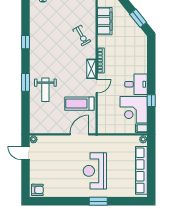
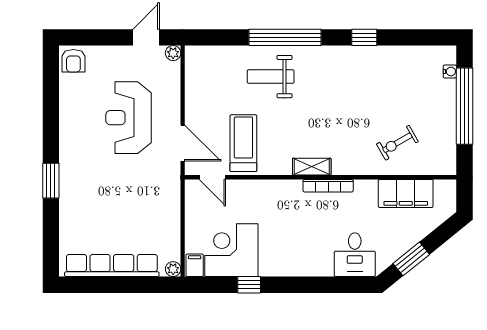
exercise bike: (82, 36) -> (397, 143), moved
window: (26, 82) -> (285, 37), width x2.11
desk: (136, 84) -> (355, 255), moved
door: (97, 86) -> (212, 177), moved
reception desk: (95, 171) -> (129, 118), moved, turned -90

